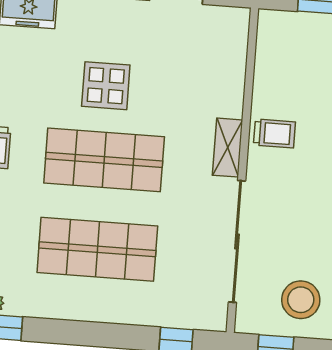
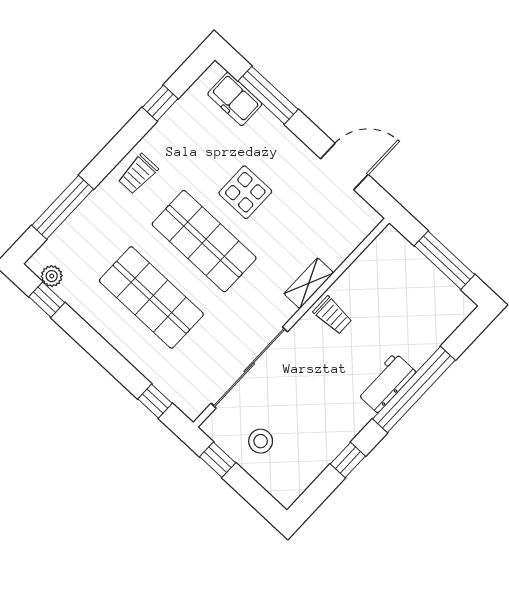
shelving: (228, 148) -> (309, 283), moved
stool: (301, 300) -> (261, 441), width x0.73, depth x0.73

